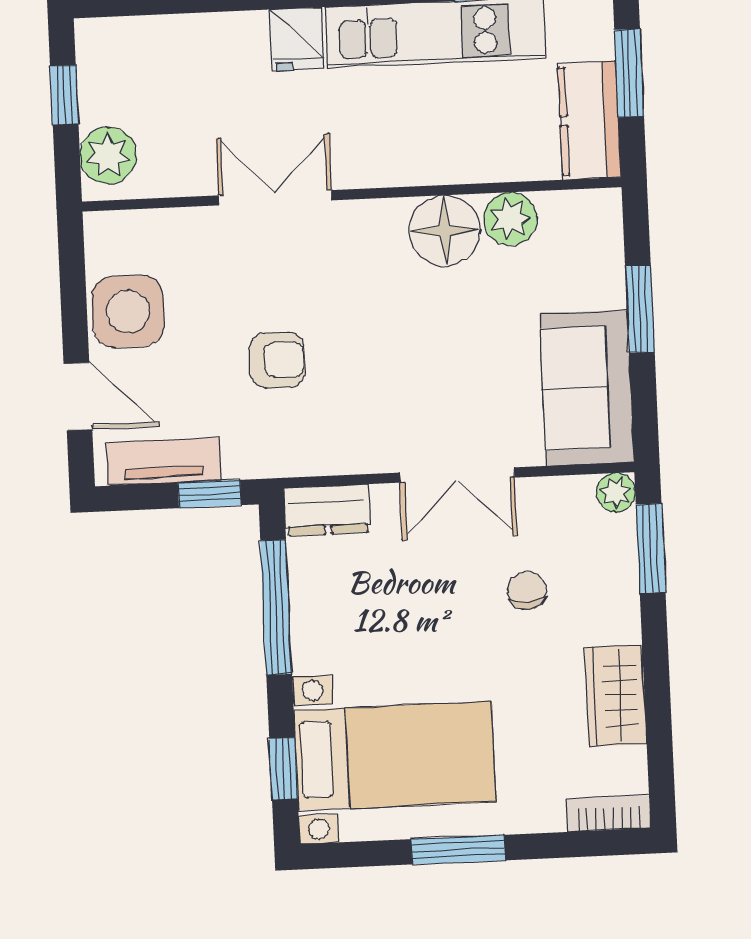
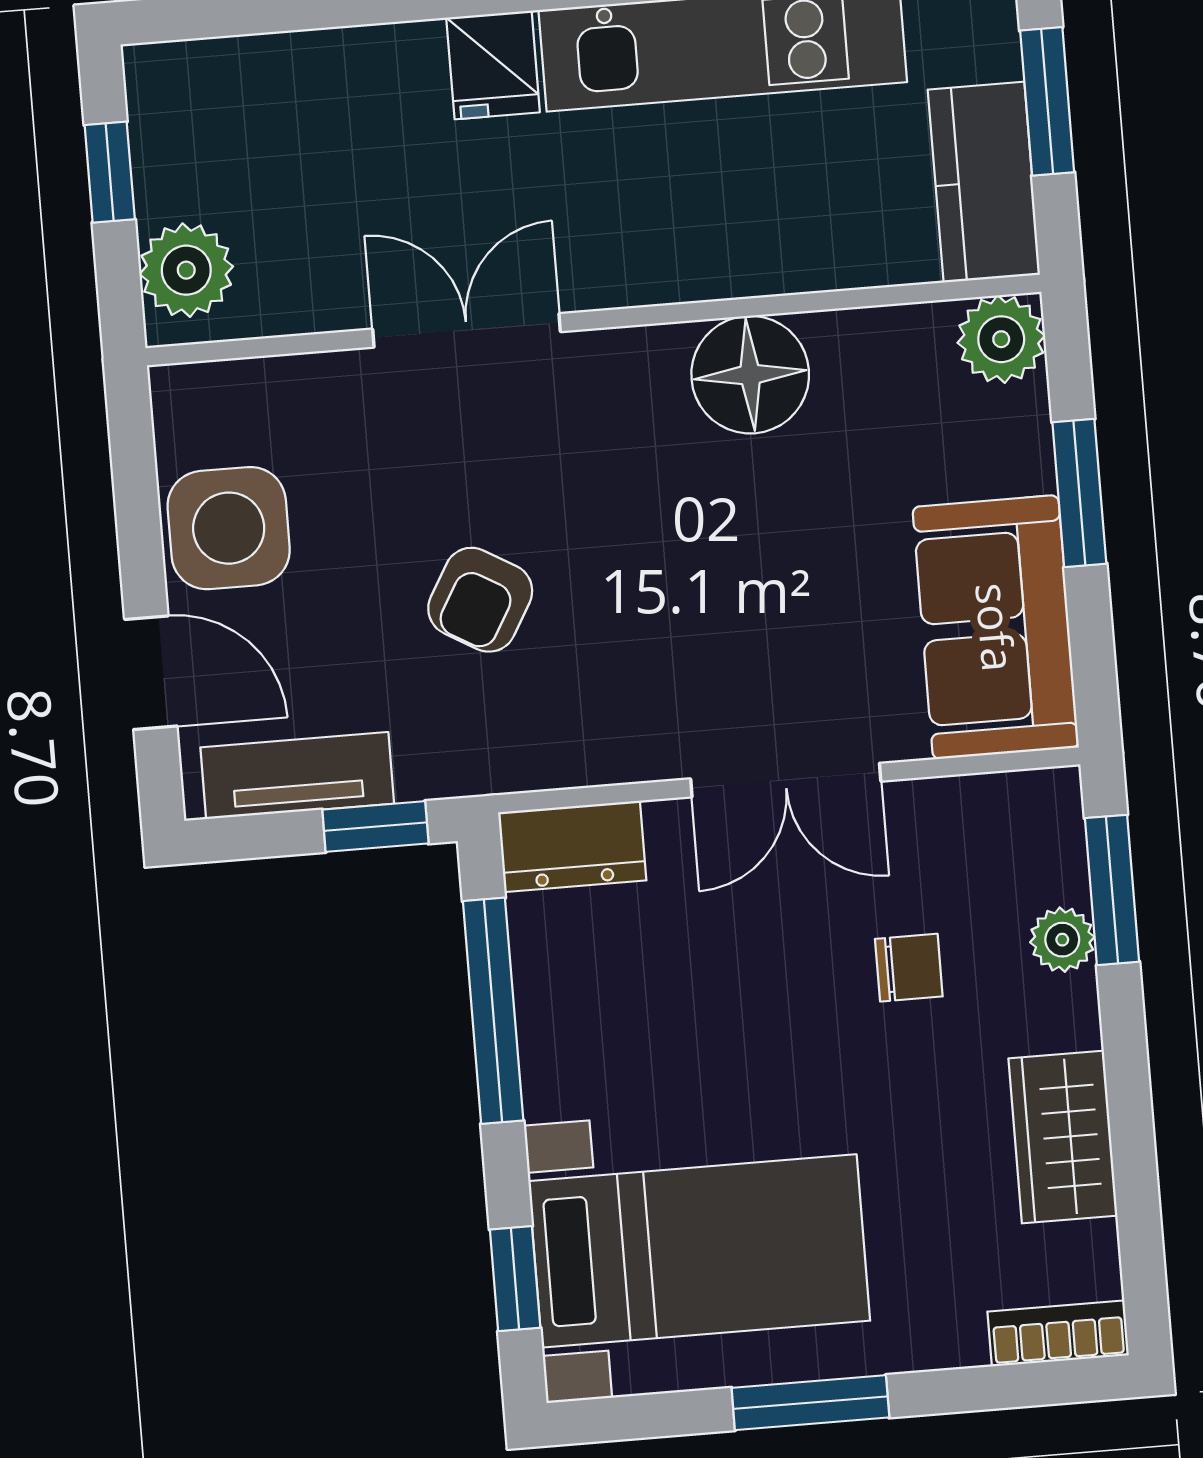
plant: (510, 219) -> (1001, 339), moved
armchair: (278, 360) -> (480, 600), turned 120
plant: (616, 492) -> (1062, 940), moved
chair: (527, 590) -> (909, 968), turned 93

